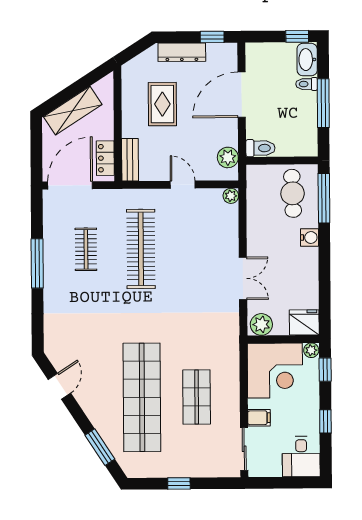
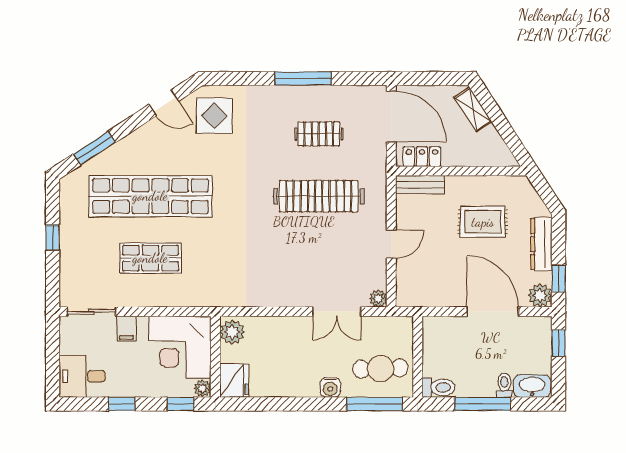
window: (297, 36) -> (558, 343), moved
shelving: (73, 111) -> (473, 110), width x0.67, depth x0.75
toilet: (260, 148) -> (438, 387), moved, turned -90
plant: (228, 157) -> (540, 295), moved
double door: (243, 278) -> (337, 312), moved
display table: (71, 342) -> (214, 116), added

